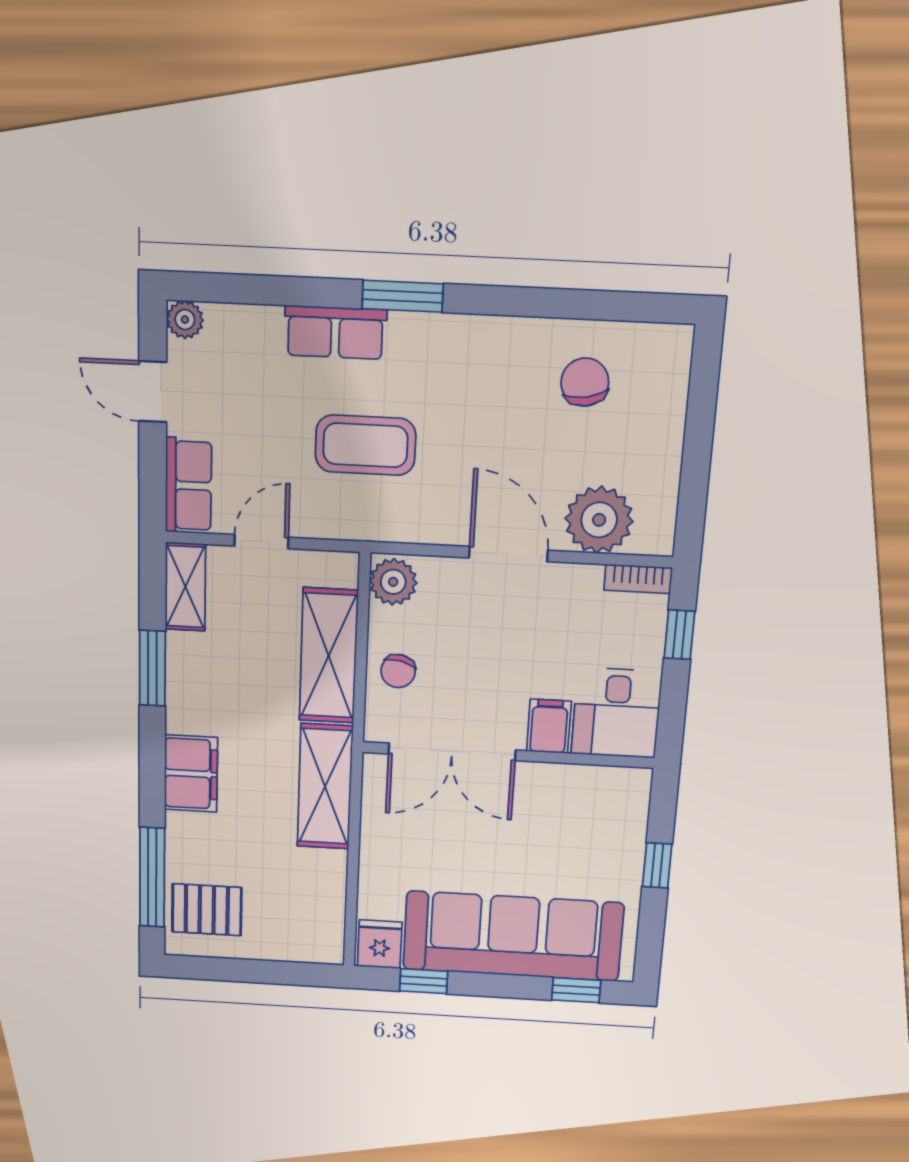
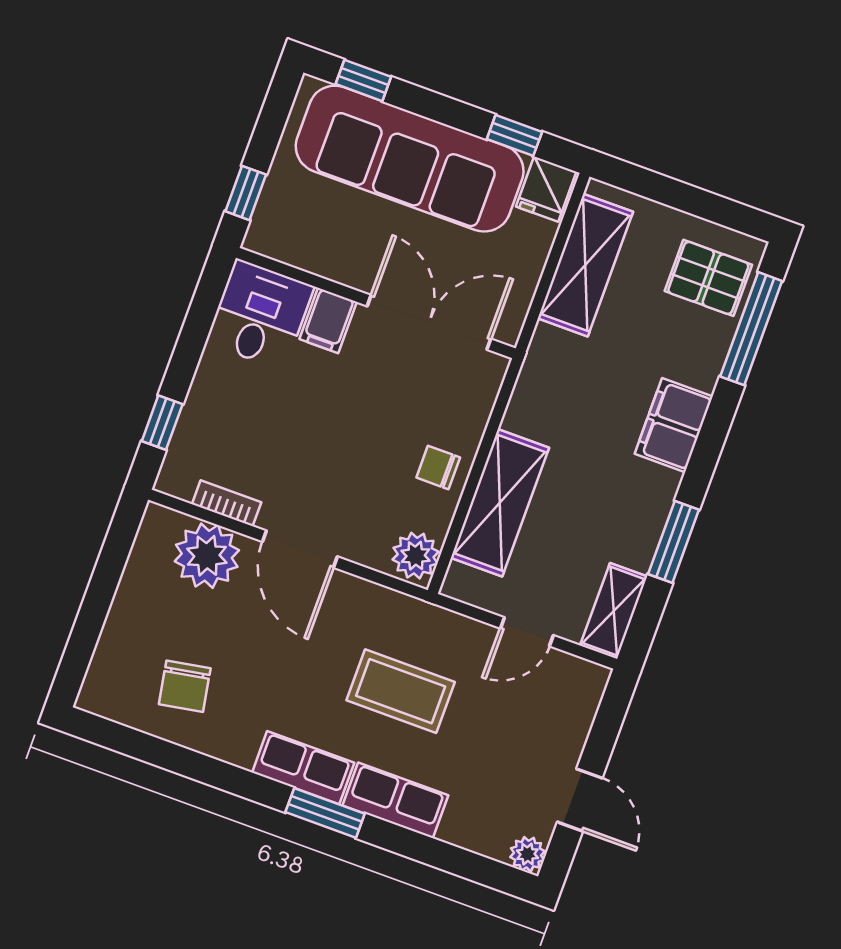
row of seats: (188, 486) -> (303, 768), moved, turned 90
bookcase: (638, 579) -> (227, 503), moved
chair: (398, 671) -> (438, 467), turned -103
desk: (616, 713) -> (260, 315), moved
filing cabinet: (549, 726) -> (328, 320), moved
double door: (452, 752) -> (429, 322), moved
wall: (508, 755) -> (376, 303), moved
shelving: (325, 787) -> (585, 265), moved

